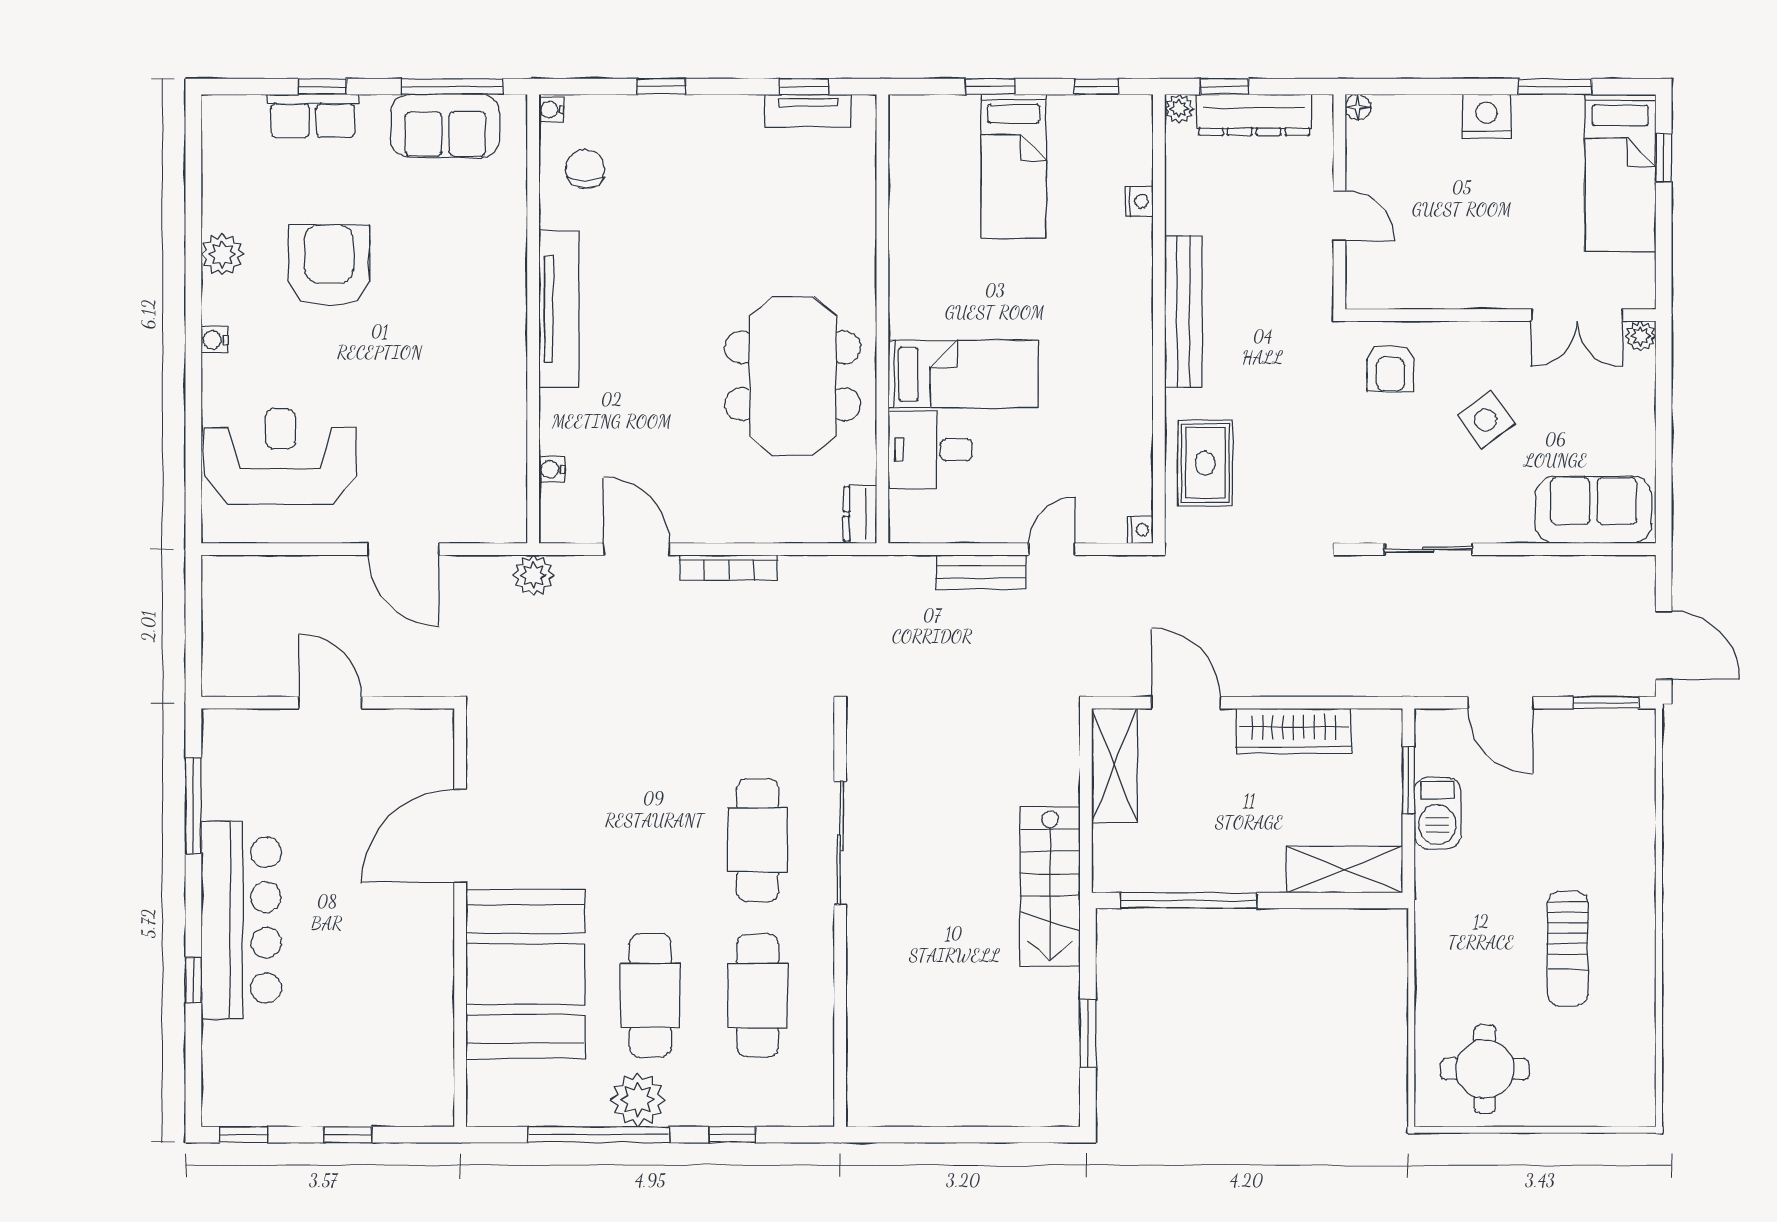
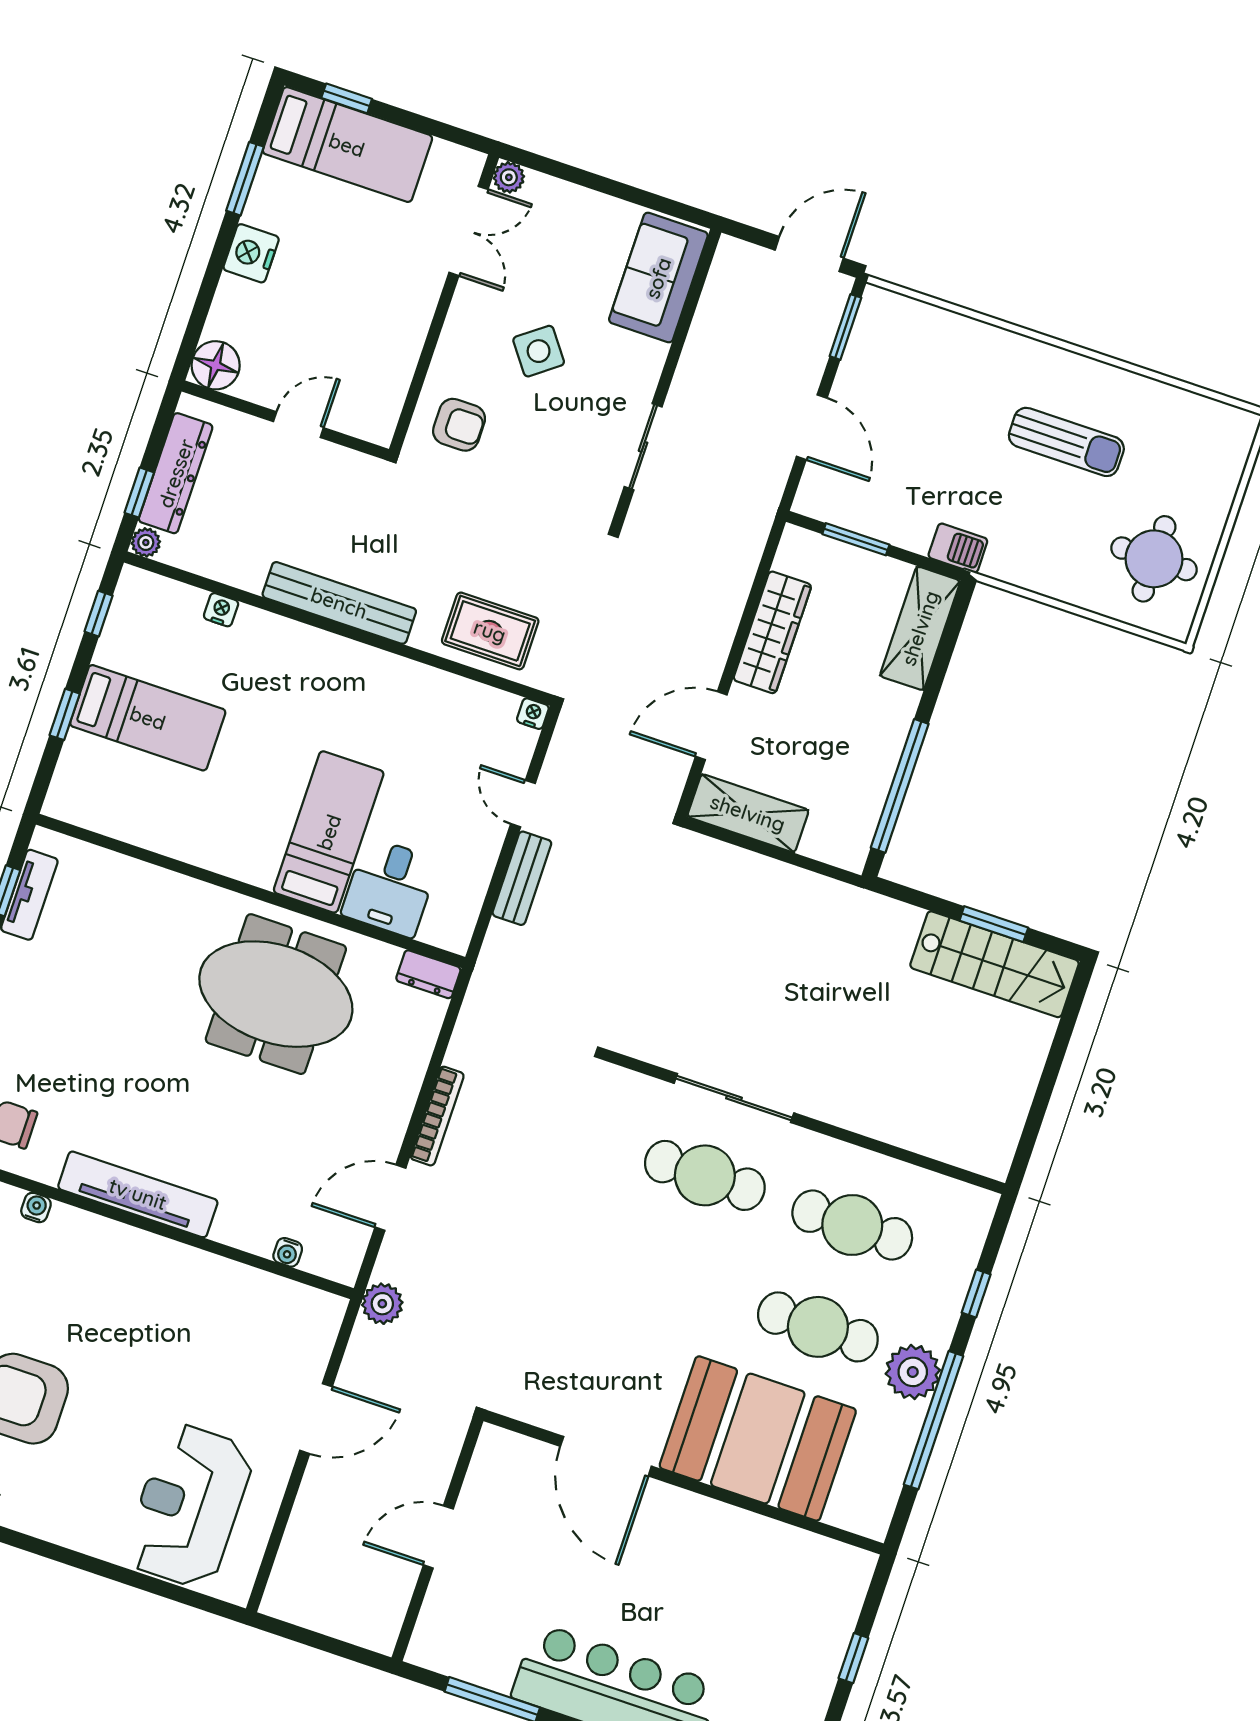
floor lamp: (1358, 107) -> (216, 365), width x1.89, depth x1.89
water cooler: (214, 340) -> (36, 1207), moved, turned 180
door: (1500, 703) -> (812, 427), hinge flipped
barbecue: (1437, 813) -> (958, 548), moved, width x0.73, depth x0.79
stairs: (1050, 887) -> (995, 964), moved

